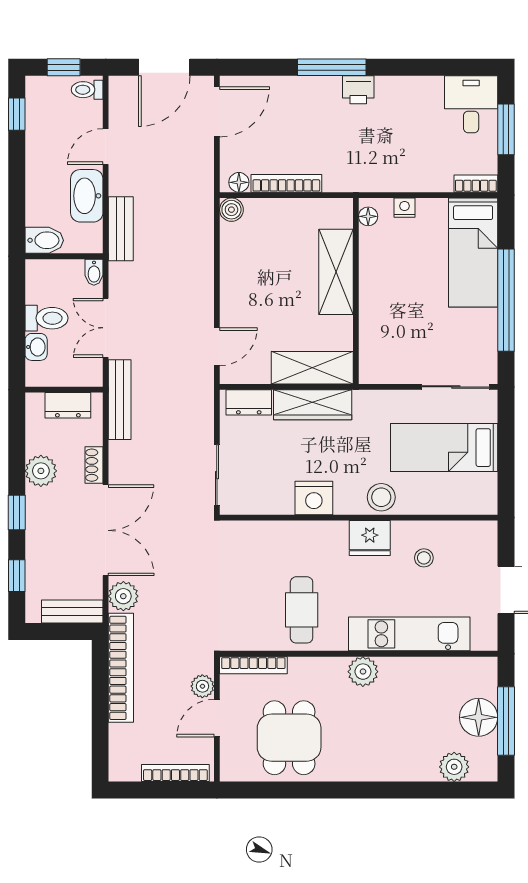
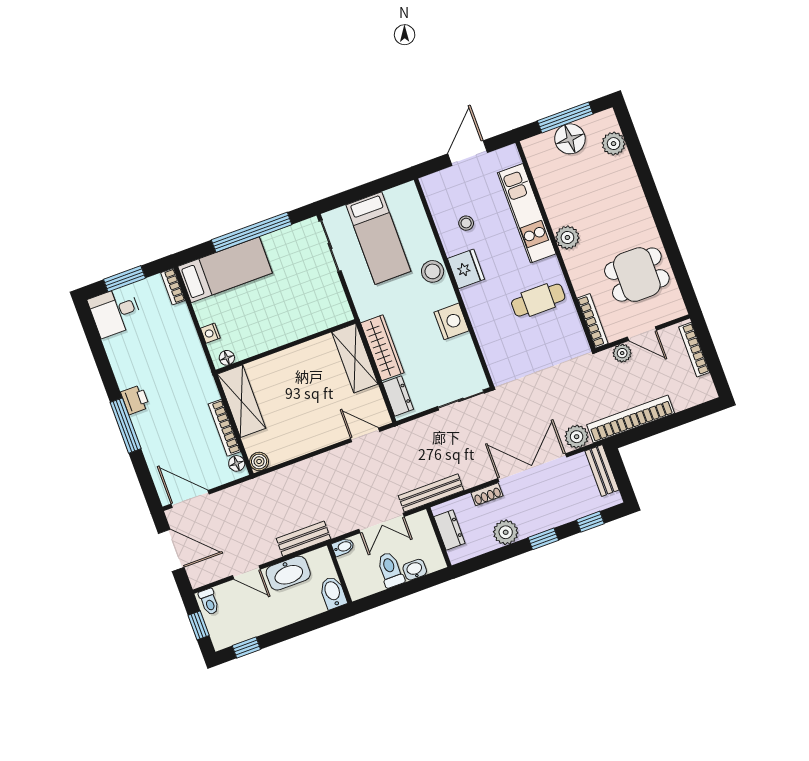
shelving: (336, 272) -> (241, 401), moved, turned 90

